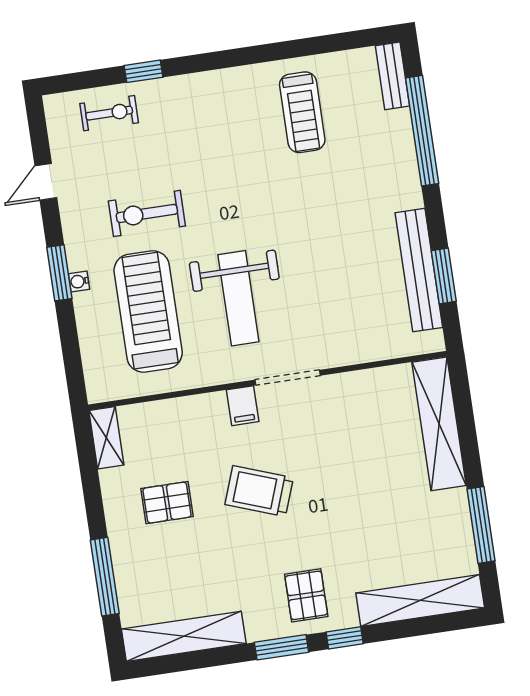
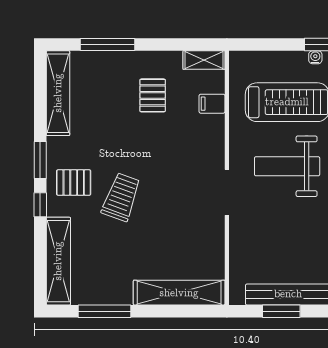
filing cabinet: (243, 406) -> (212, 104), moved
trolley: (259, 491) -> (121, 197), moved

